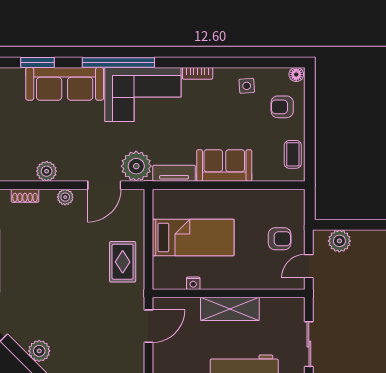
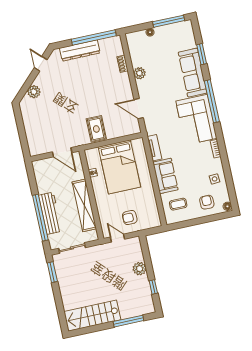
coffee table: (293, 154) -> (178, 204), moved
plant: (136, 166) -> (154, 125), removed
plant: (65, 197) -> (127, 87), removed
bed: (193, 238) -> (119, 167), width x1.50
armchair: (280, 239) -> (130, 218), turned 90
plant: (339, 241) -> (140, 269), moved
rug: (123, 262) -> (96, 129), turned 90
shelving: (230, 309) -> (84, 205), width x1.47

